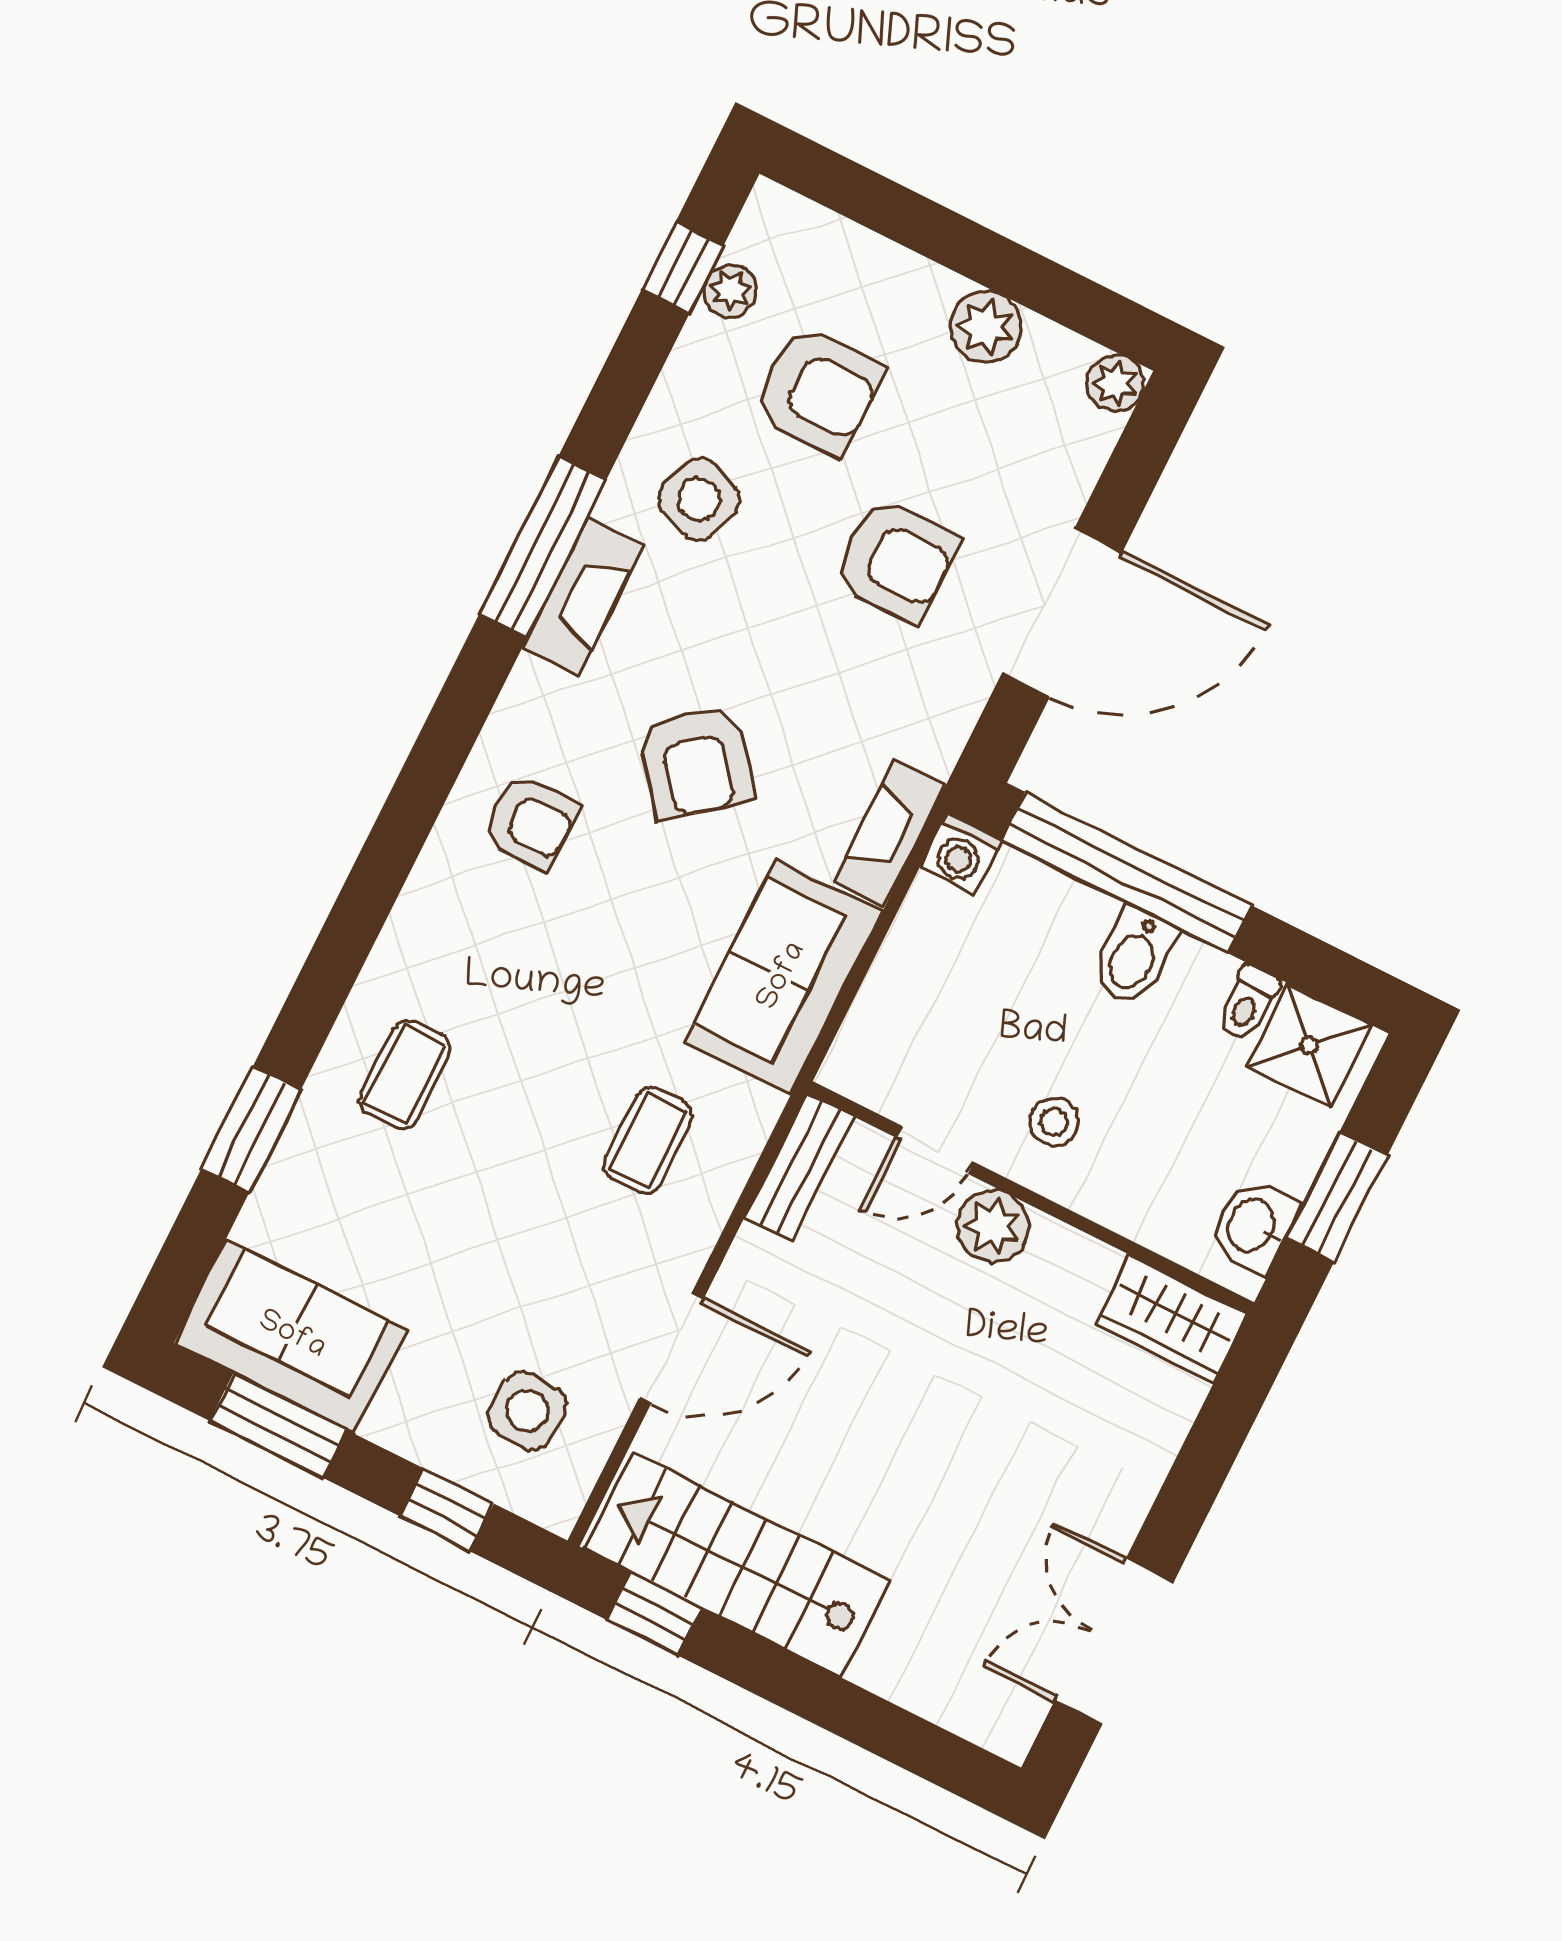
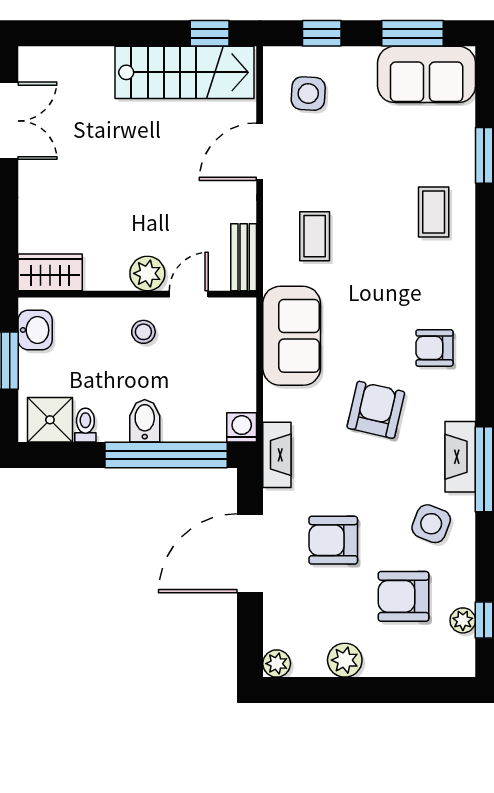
armchair: (696, 762) -> (376, 410), turned 52
fireplace: (889, 833) -> (277, 455), moved

